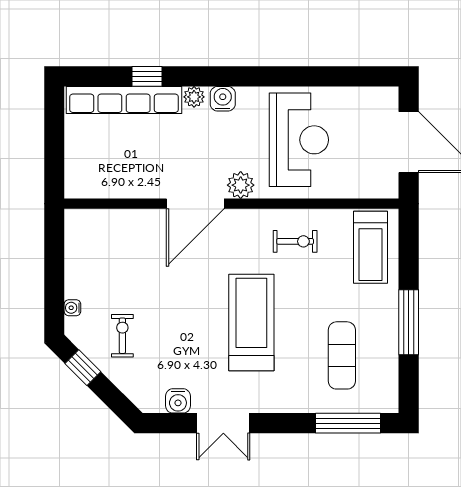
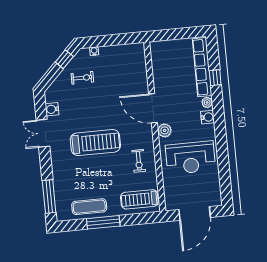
exercise mat: (342, 355) -> (89, 207), moved

